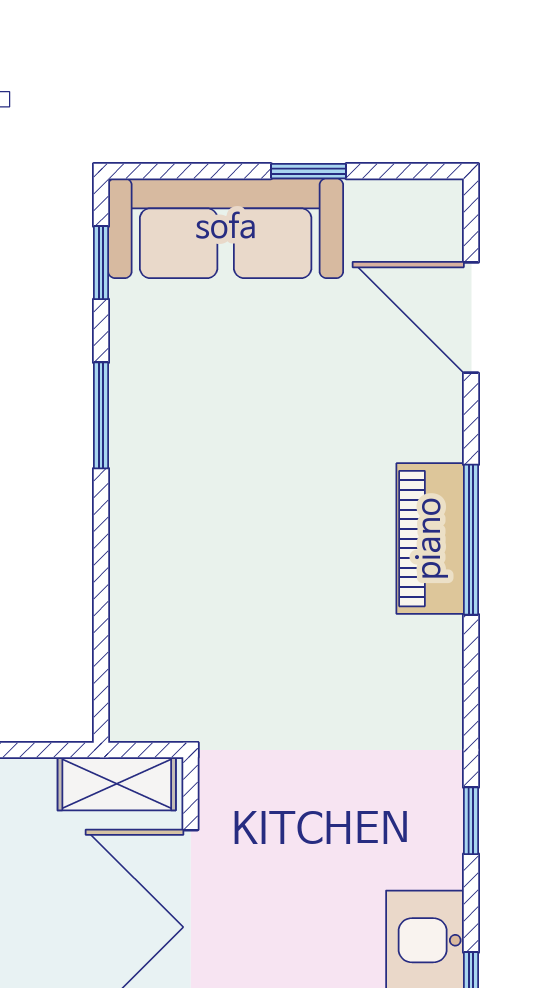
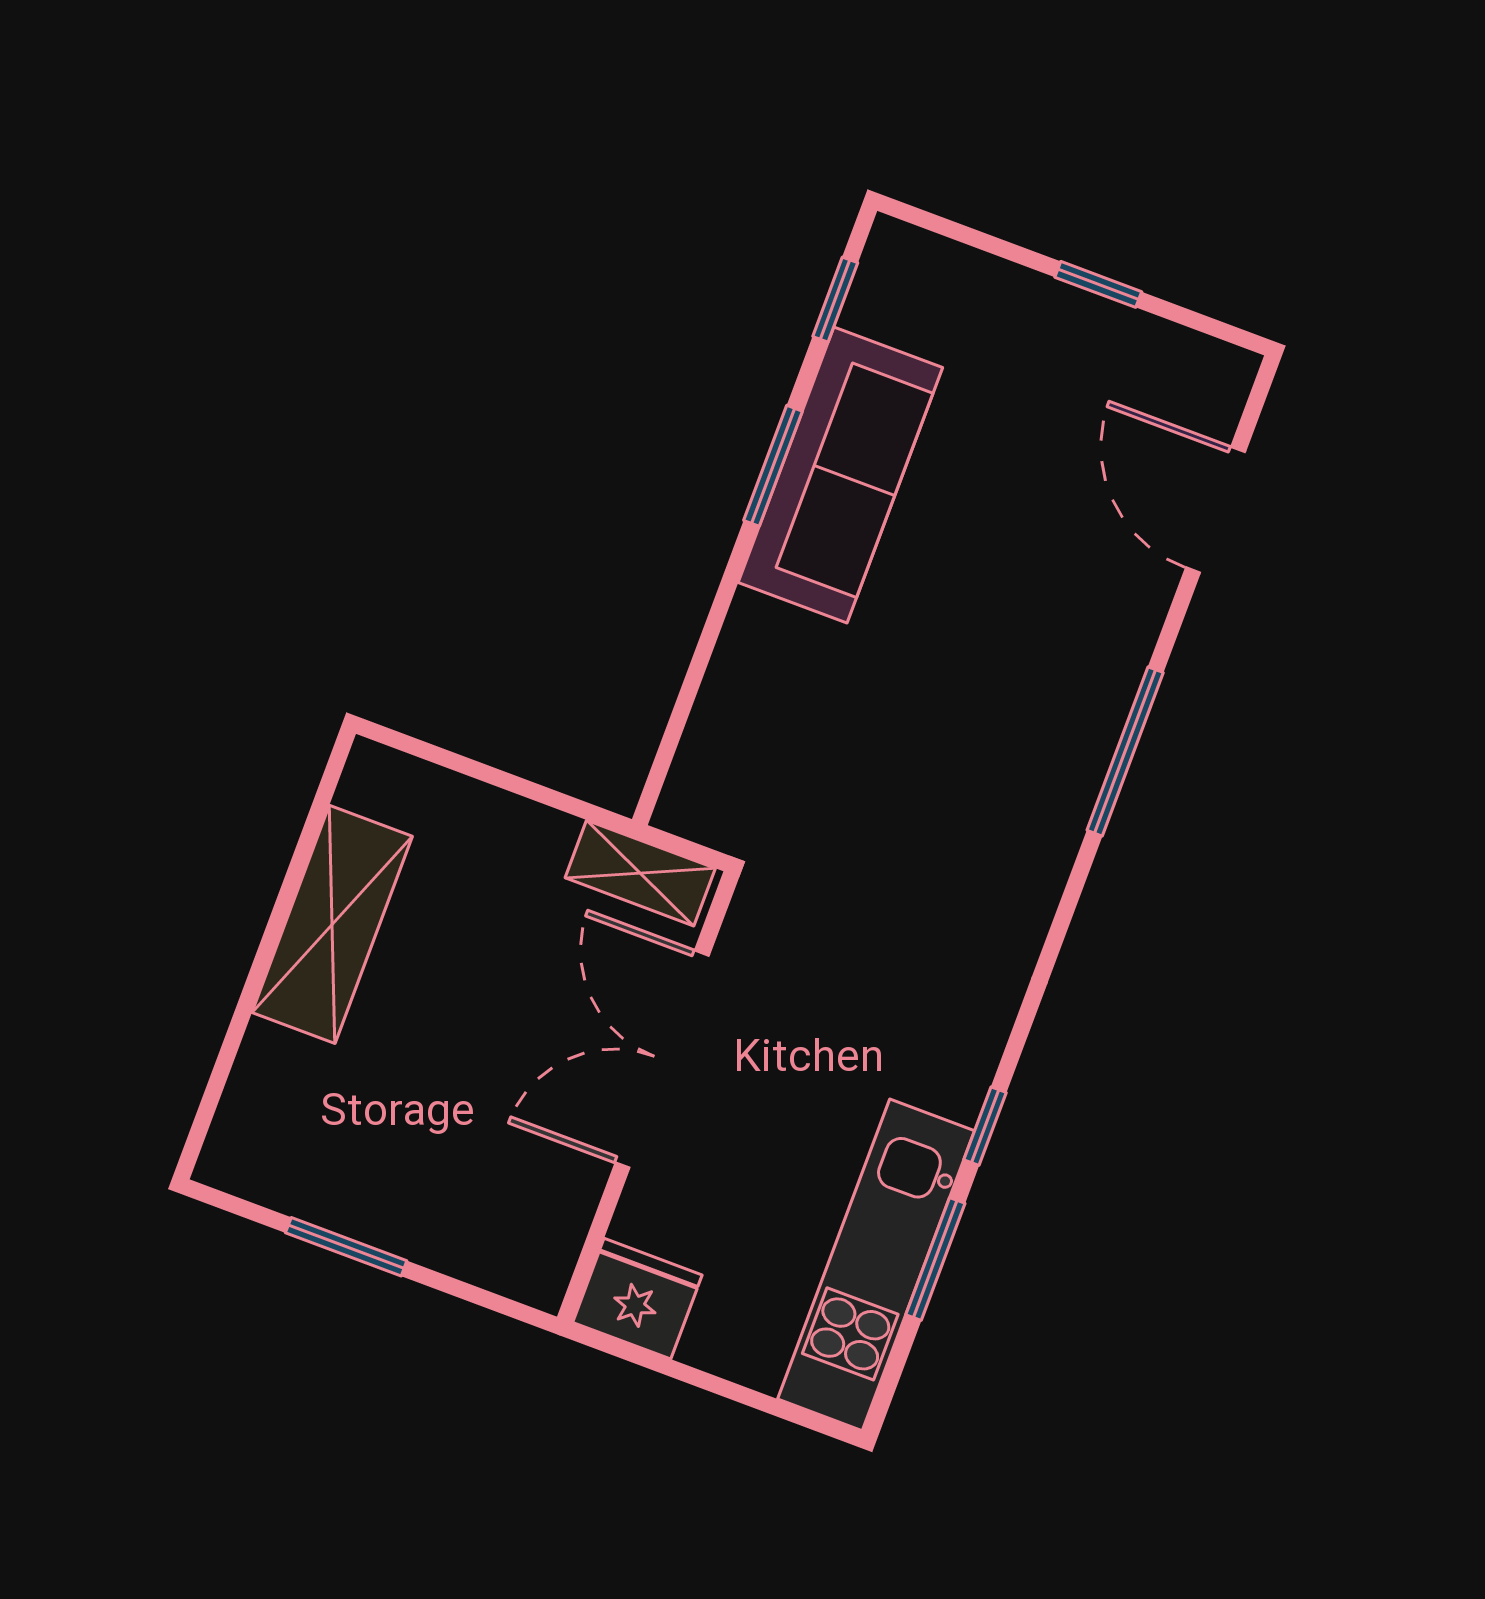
sofa: (226, 228) -> (840, 475), moved, turned -90
piano: (430, 539) -> (1081, 734), removed
window: (471, 821) -> (985, 1126), moved

